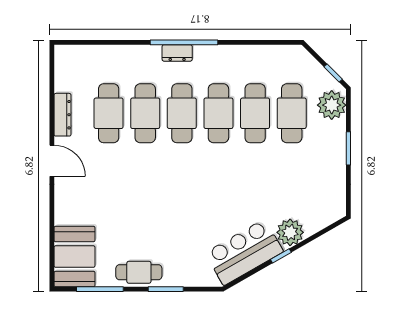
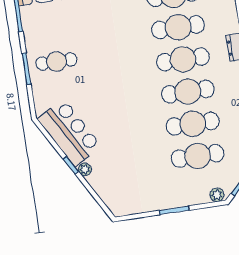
plant: (332, 105) -> (217, 195), width x0.53, depth x0.53
plant: (290, 232) -> (85, 169), width x0.53, depth x0.53
cafe table: (139, 272) -> (56, 62), moved, turned 90

